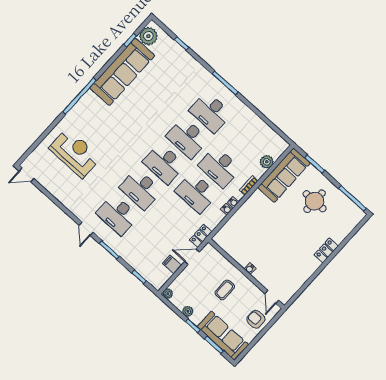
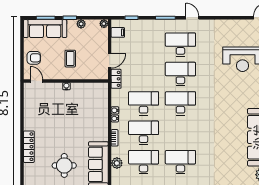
desk: (187, 138) -> (144, 162), moved
locker: (326, 250) -> (29, 147), width x1.53
filing cabinet: (172, 264) -> (118, 32), moved

